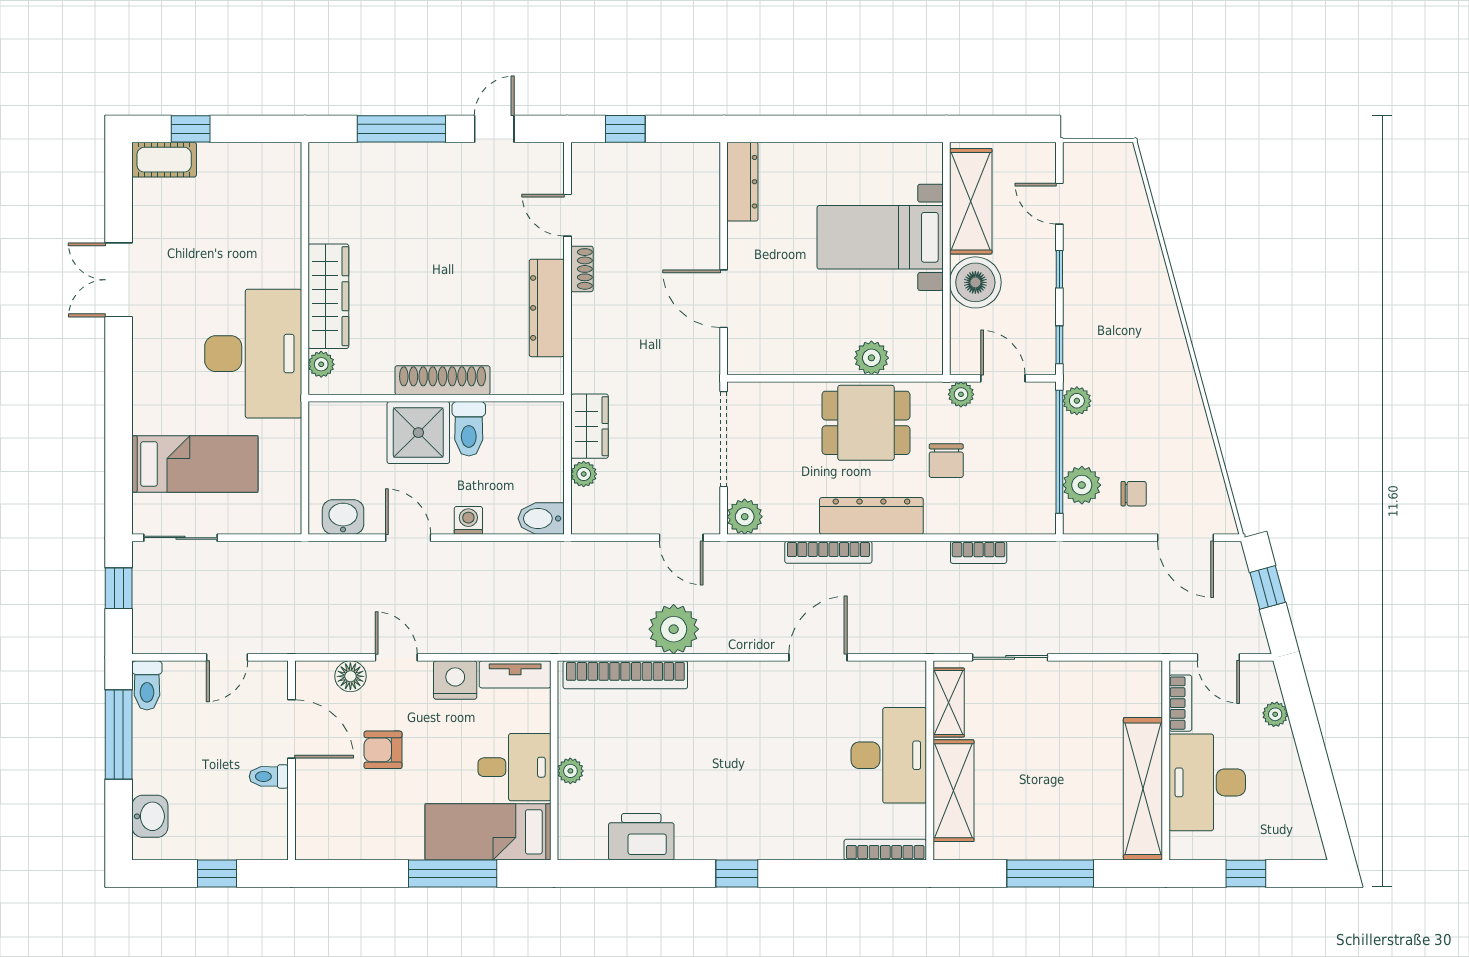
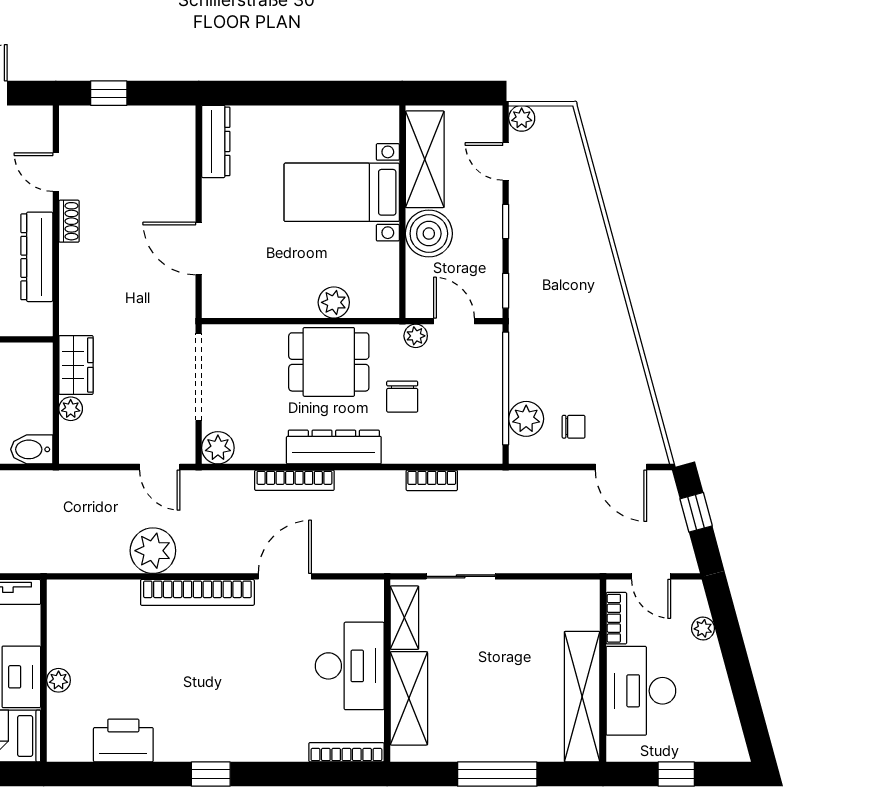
plant: (1077, 401) -> (522, 118), moved
bookcase: (625, 675) -> (197, 592), moved

